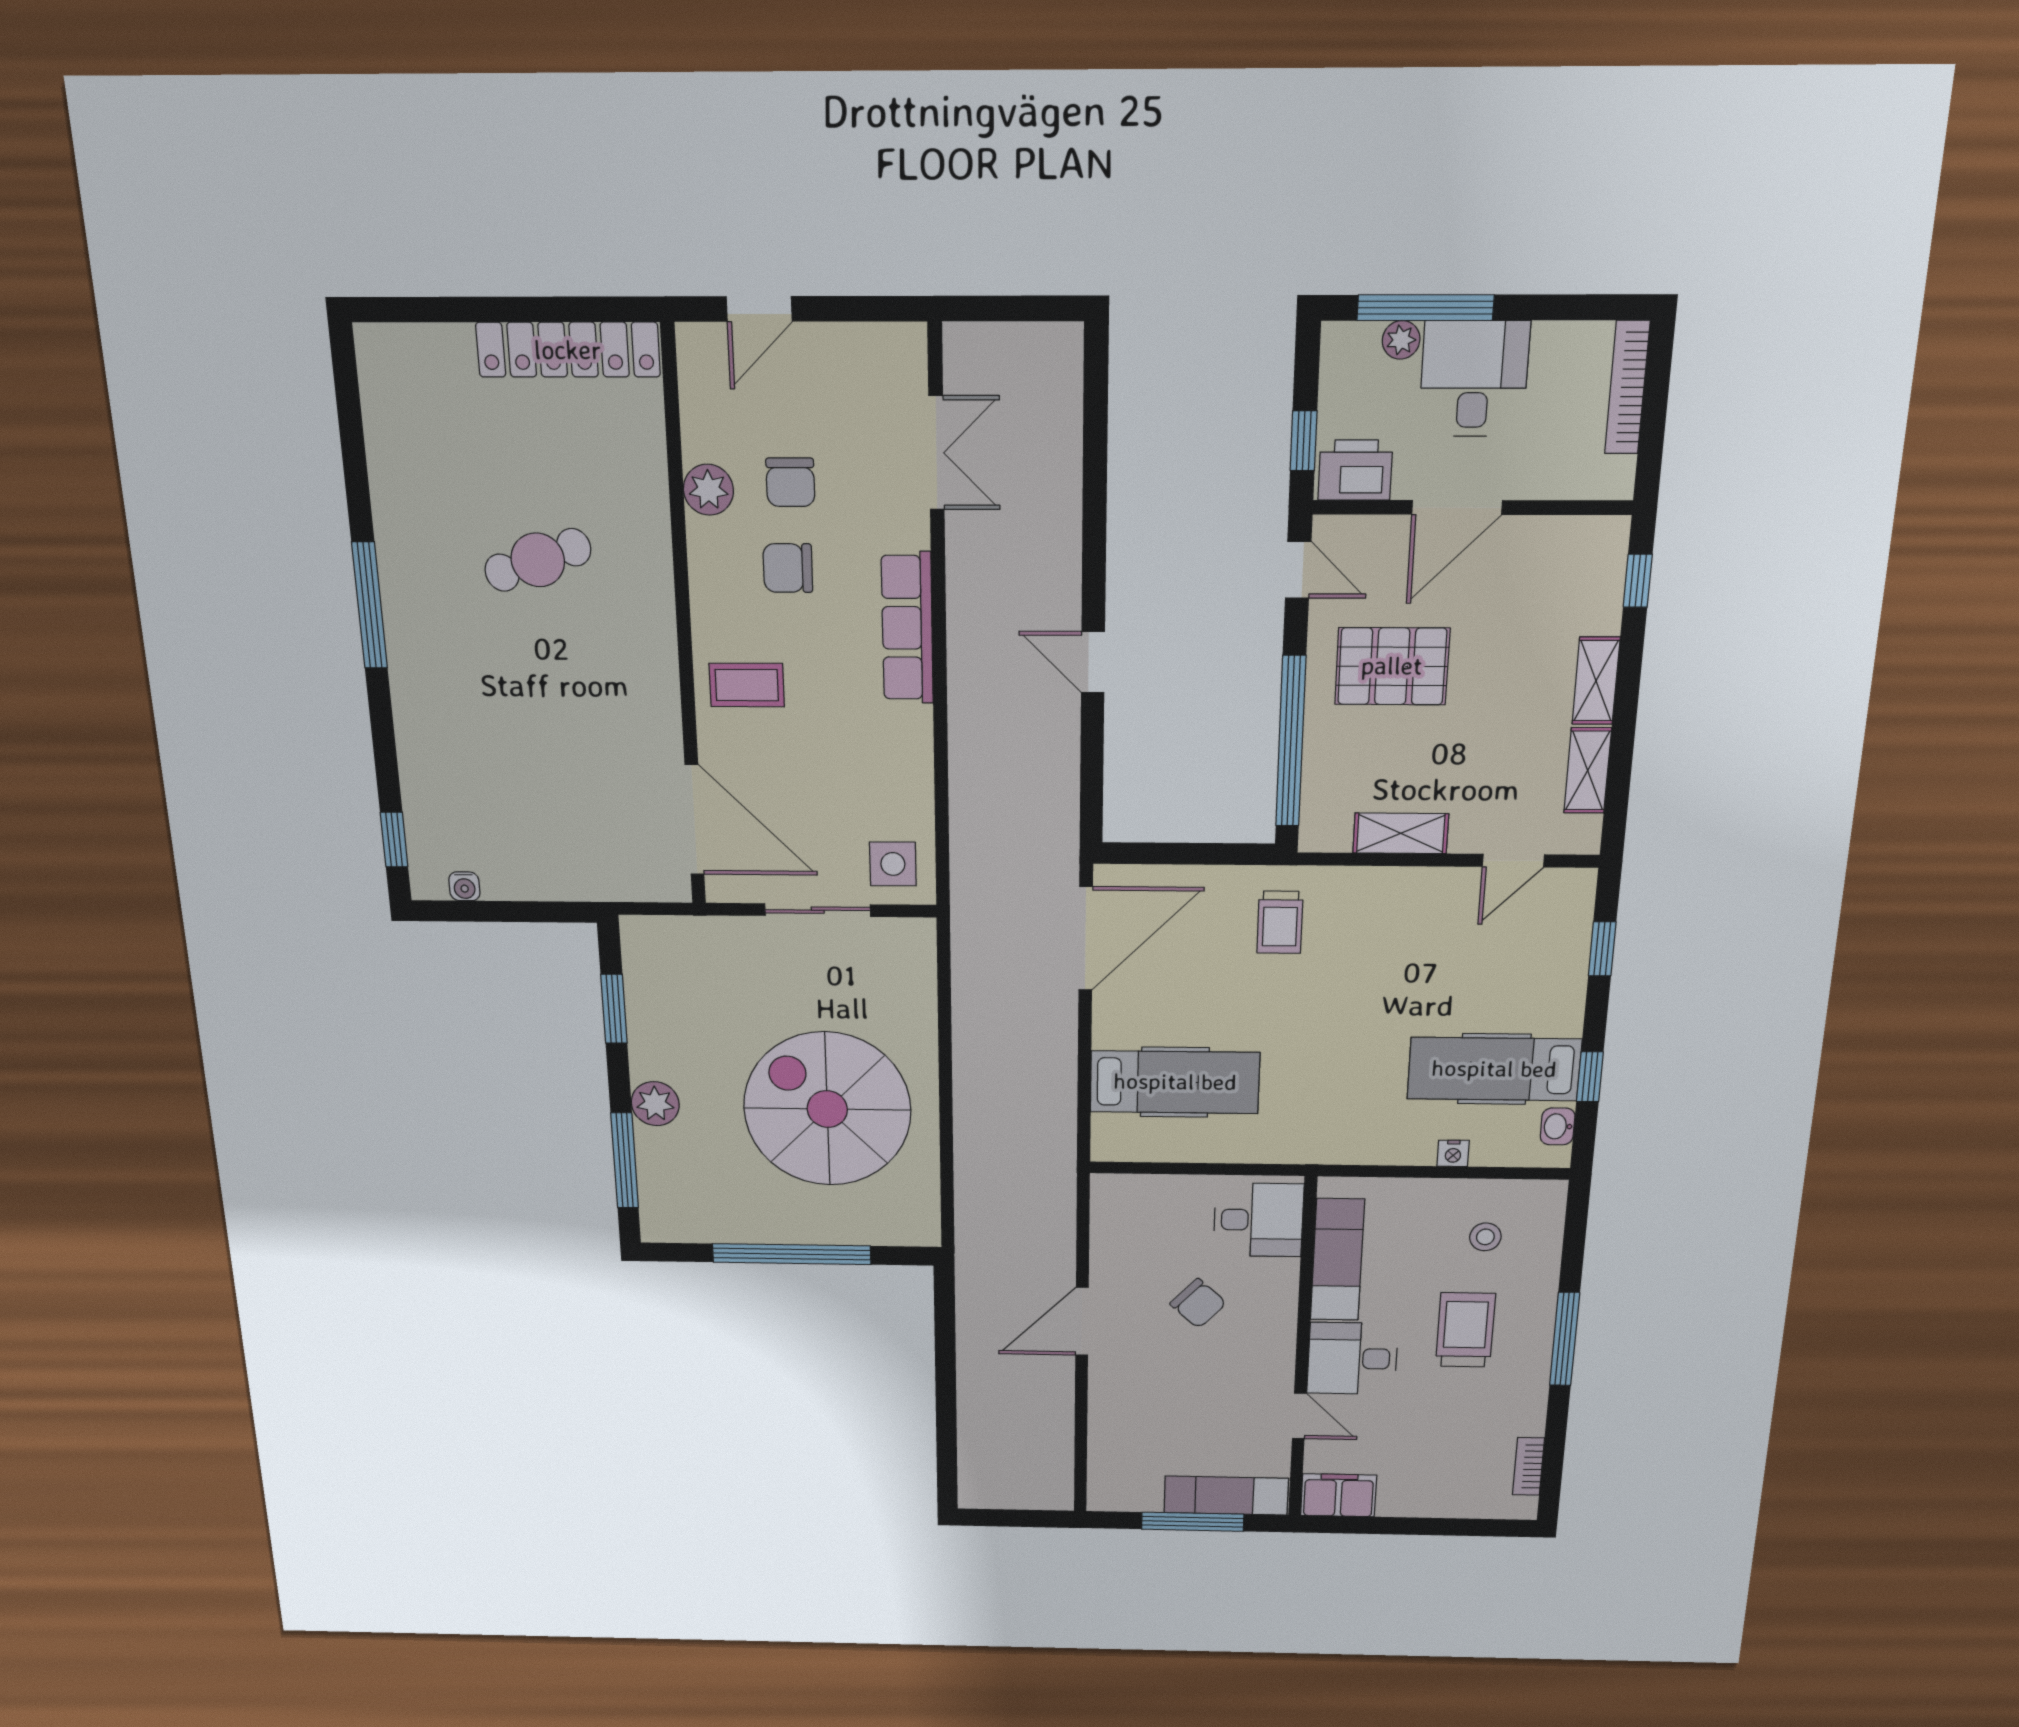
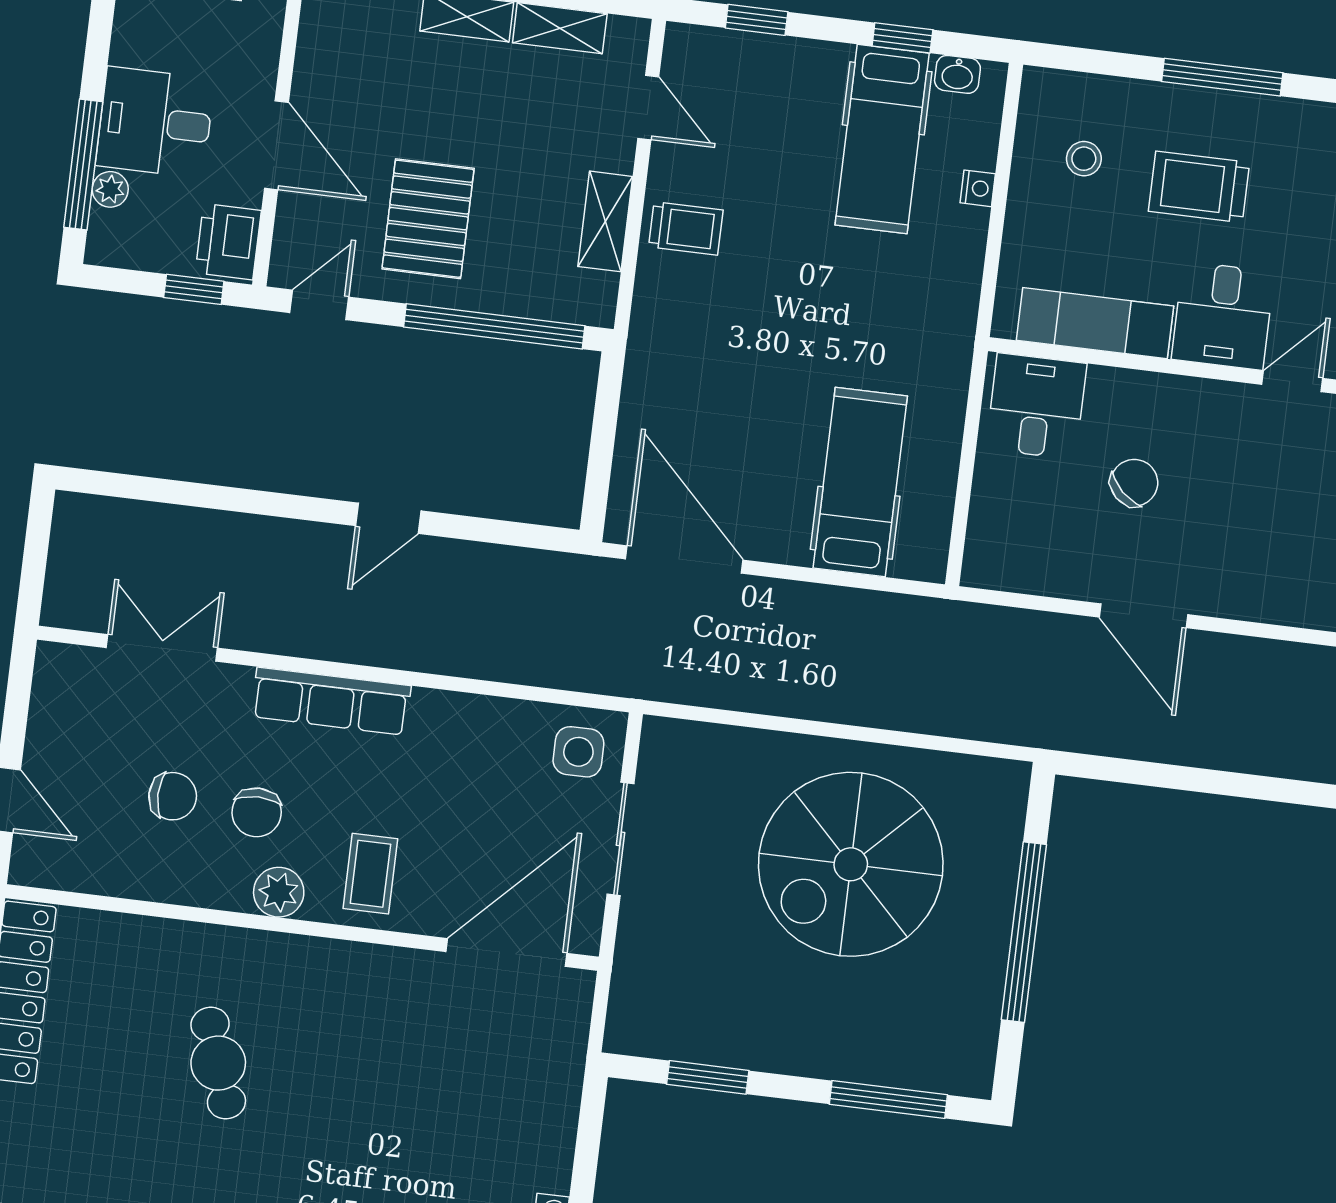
plant: (708, 490) -> (279, 892), moved
trolley: (1280, 922) -> (686, 228), moved
plant: (655, 1104) -> (824, 1053), removed

